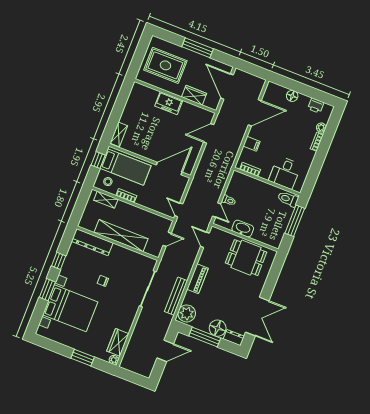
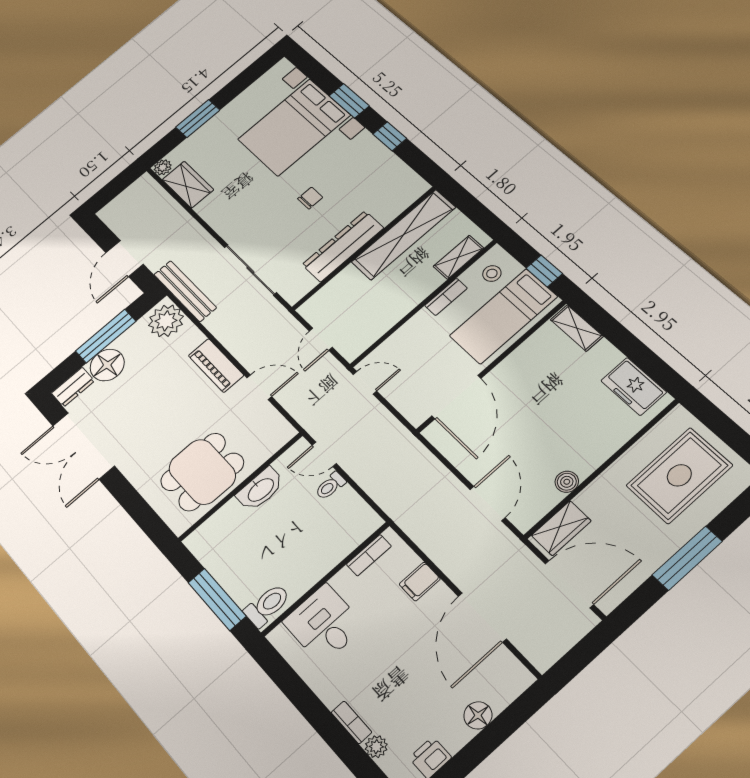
wardrobe: (194, 95) -> (561, 528), moved
freezer: (169, 103) -> (634, 386), moved, turned -90
boiler: (186, 107) -> (567, 482), added
shelving: (121, 236) -> (404, 235), moved
door: (205, 240) -> (259, 387), moved
dresser: (92, 242) -> (343, 246), moved
bench: (176, 296) -> (185, 291), moved

